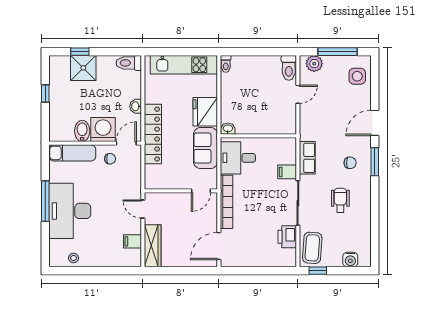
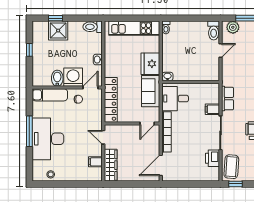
locker: (153, 134) -> (111, 100), moved

